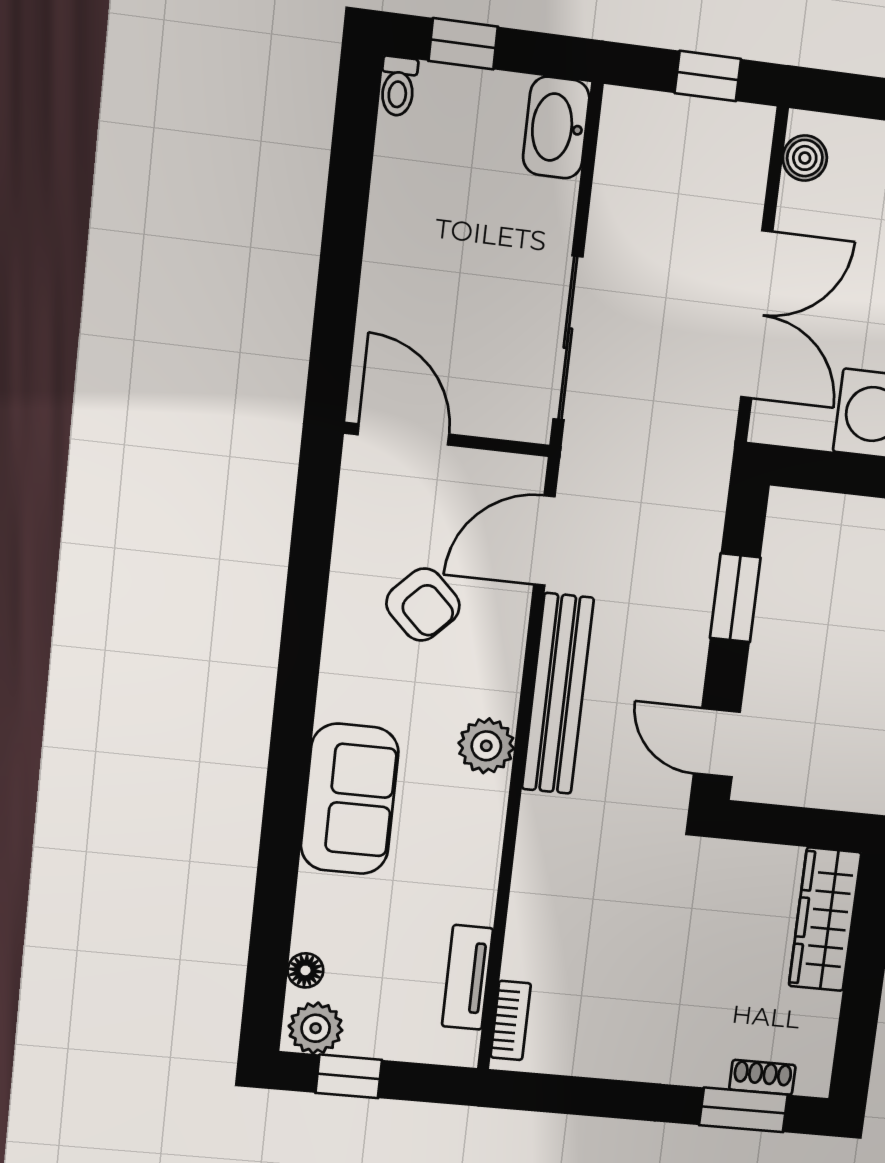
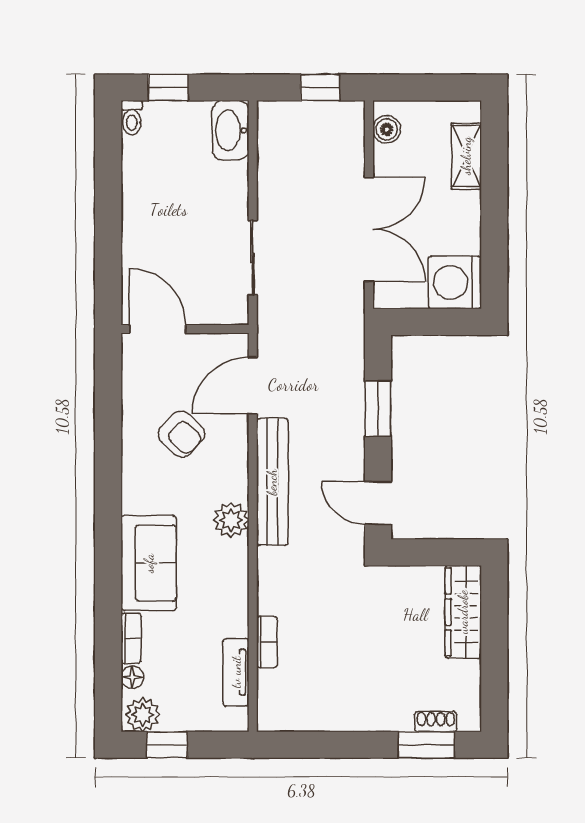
sliding door: (568, 338) -> (253, 258), width x0.73
bookcase: (310, 911) -> (131, 638), added
bookcase: (511, 1020) -> (267, 642), moved

